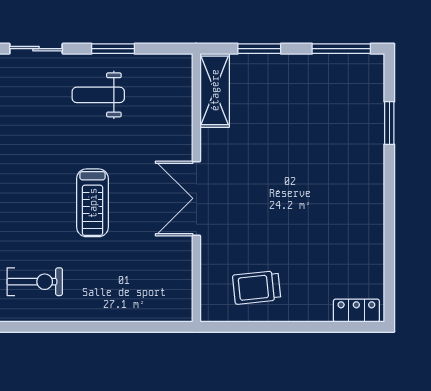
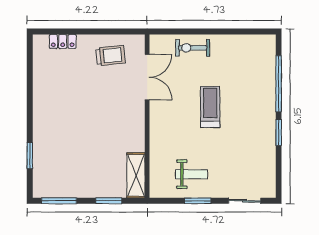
weight bench: (98, 95) -> (191, 174), moved
double door: (196, 198) -> (147, 77), moved
exercise bike: (35, 282) -> (193, 48), moved
locker: (356, 311) -> (63, 41), moved

